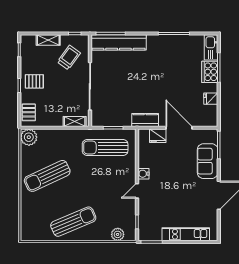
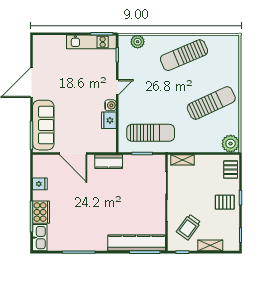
fridge: (158, 136) -> (109, 120), moved, turned -90
sofa: (208, 161) -> (43, 125), width x1.36
kitchen unit: (186, 234) -> (91, 42), moved

